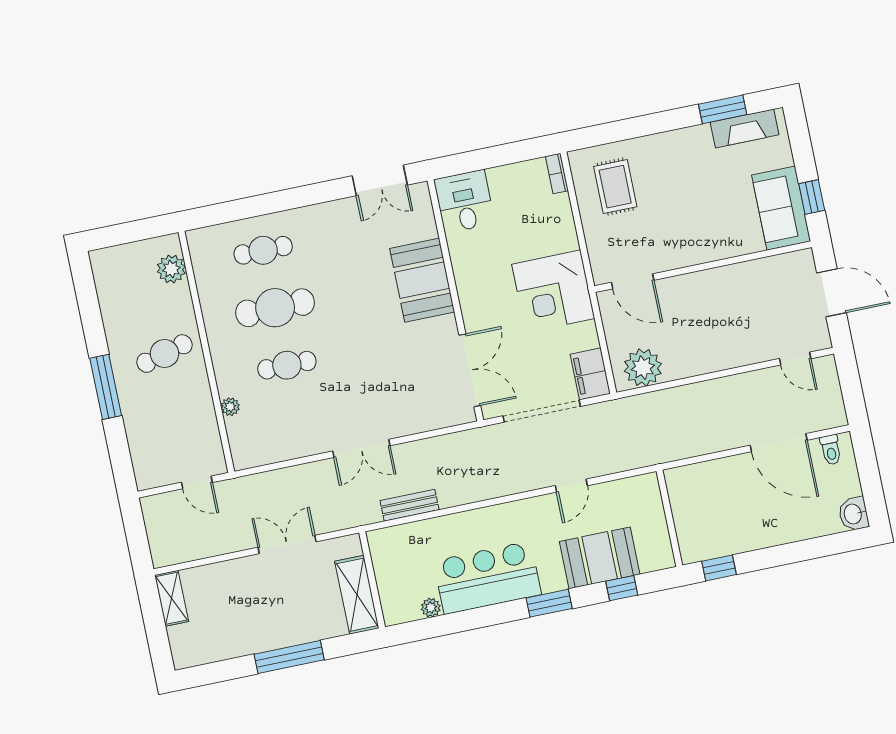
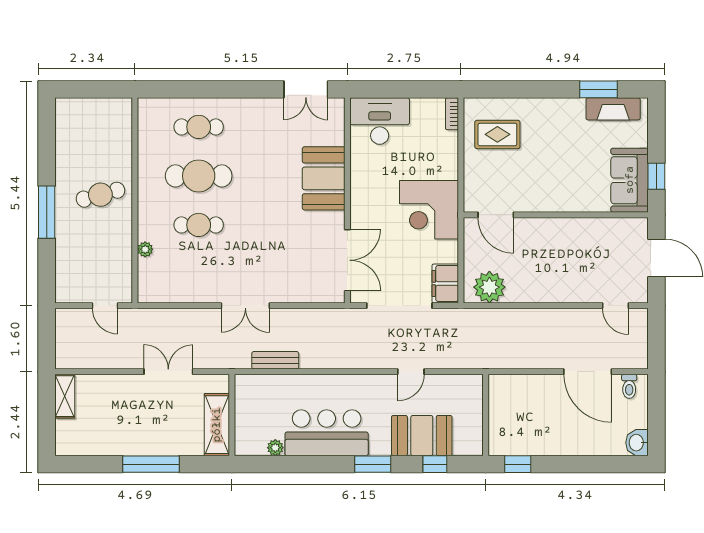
rug: (615, 187) -> (497, 134), turned 90
desk: (464, 201) -> (380, 121), width x1.37
plant: (171, 269) -> (120, 127), removed

